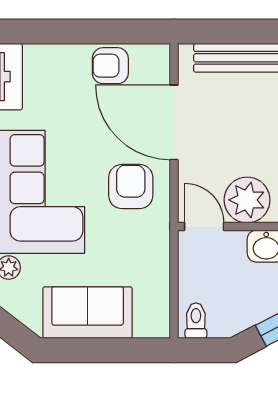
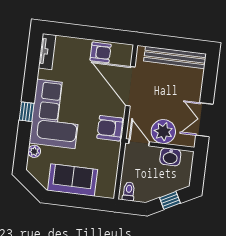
armchair: (110, 66) -> (101, 52), turned 180
armchair: (131, 187) -> (110, 128), moved, turned -90

